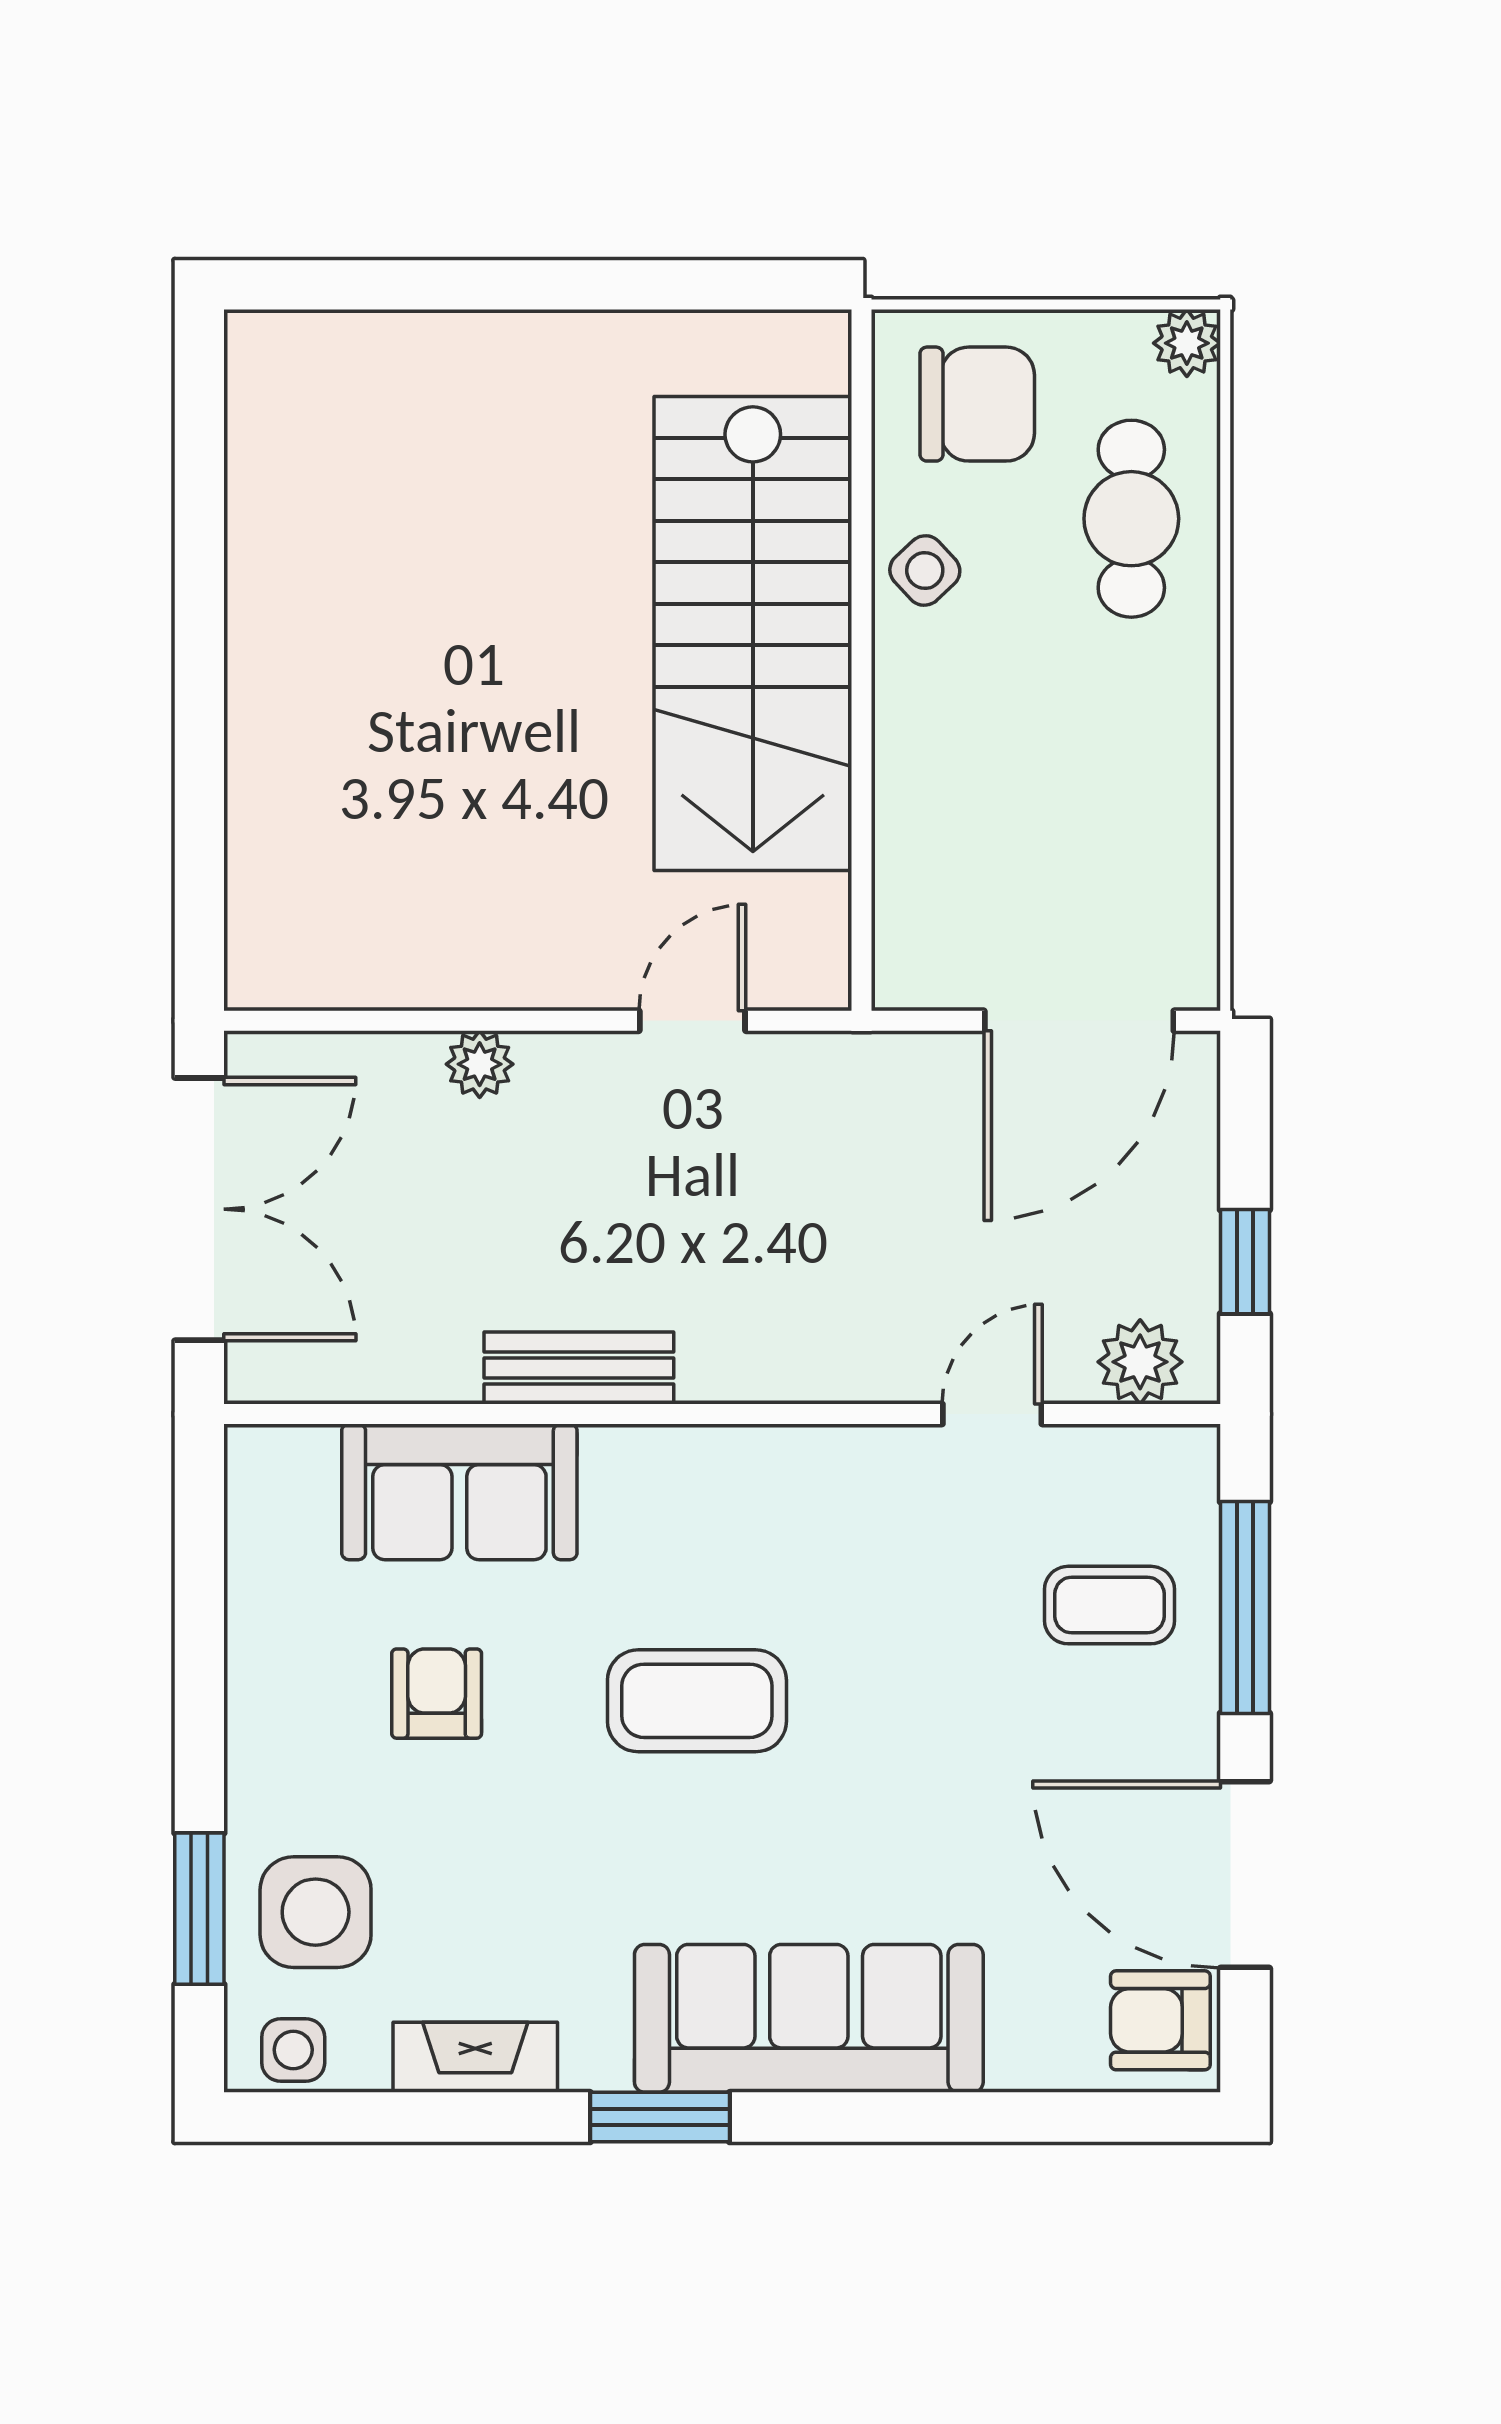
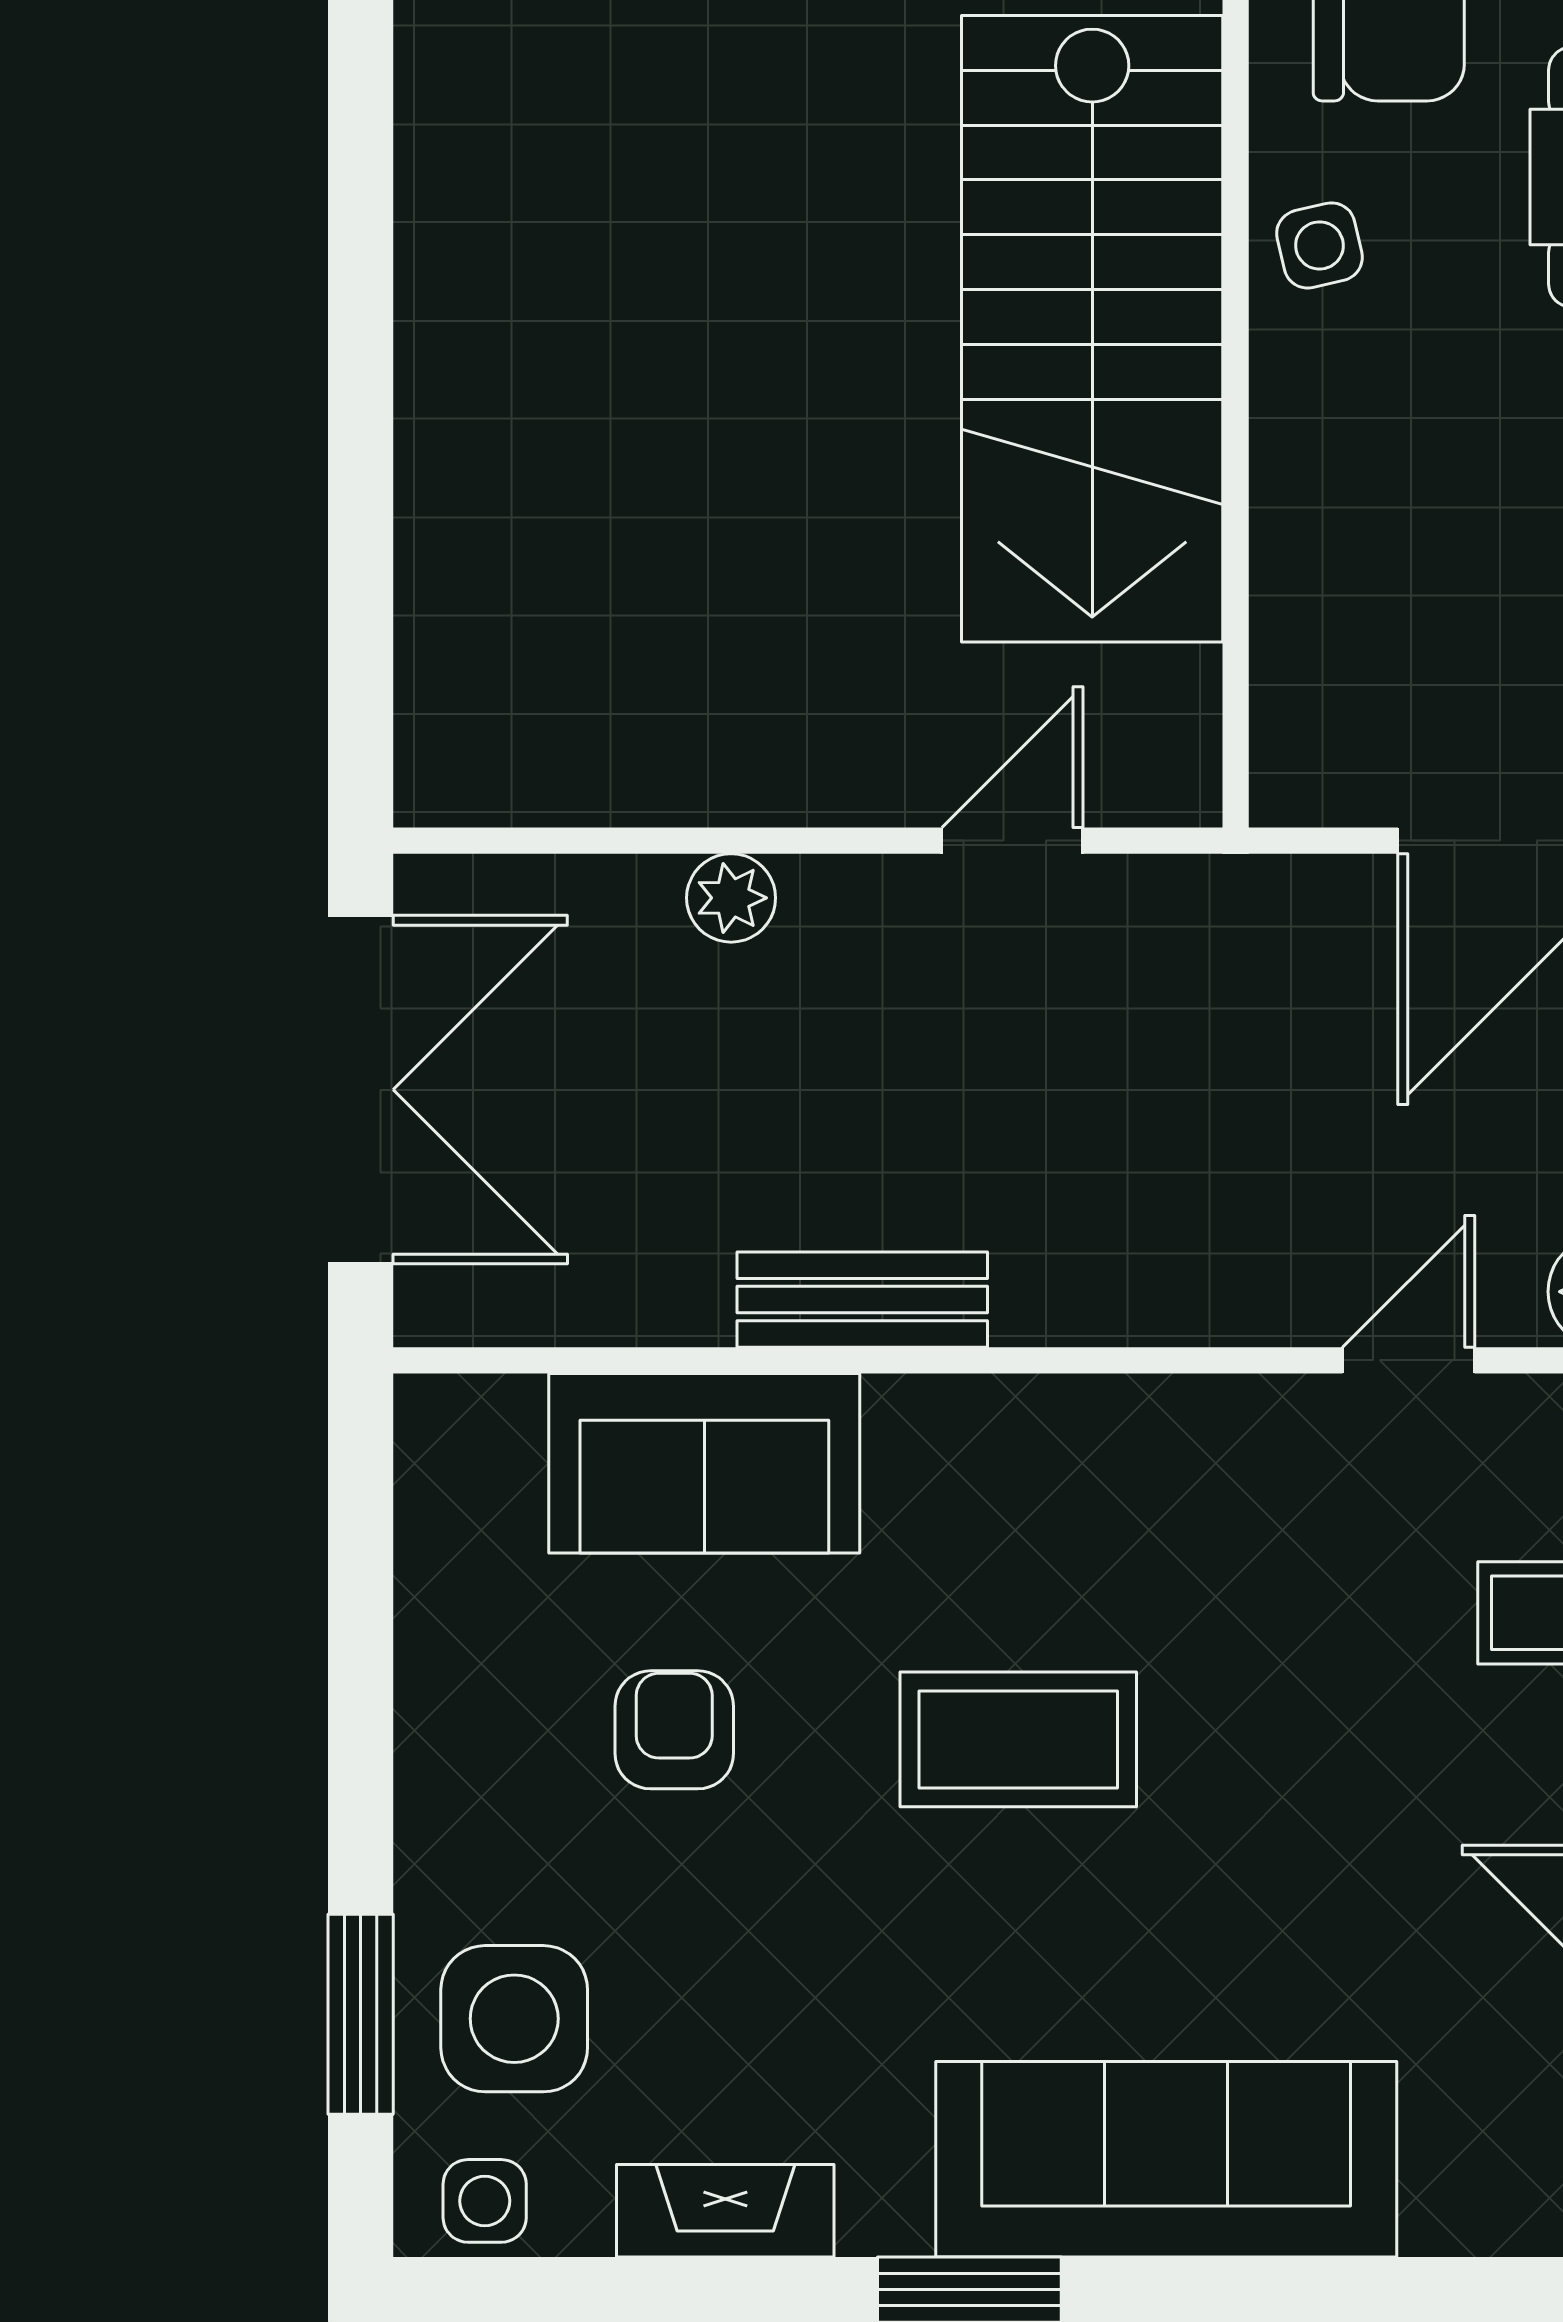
side table: (925, 570) -> (1319, 245), turned 30

